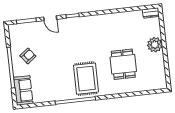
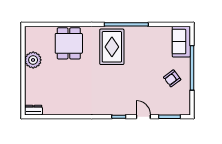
plant: (155, 45) -> (33, 60), moved
dining table: (123, 64) -> (69, 43), moved

